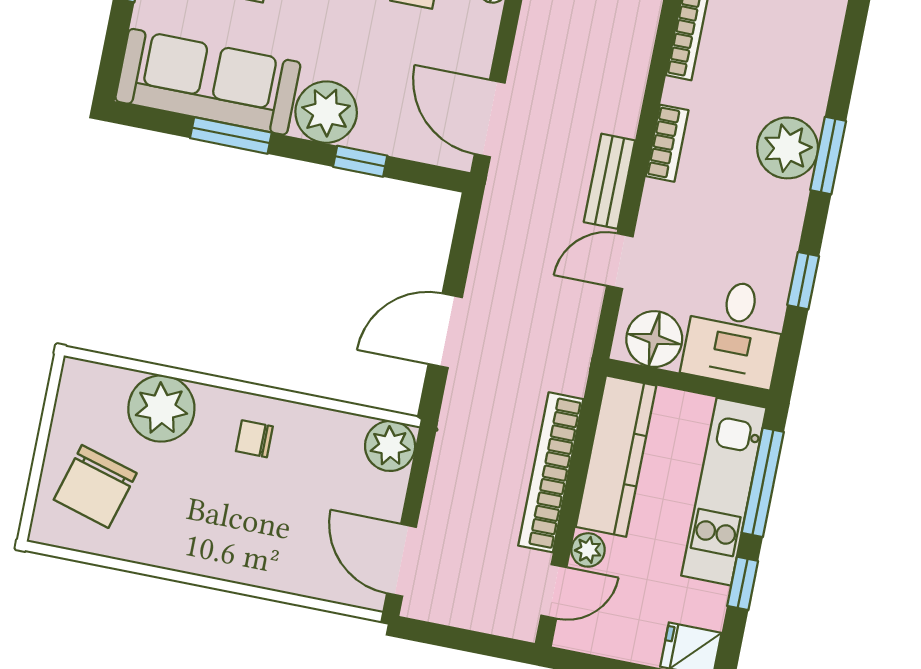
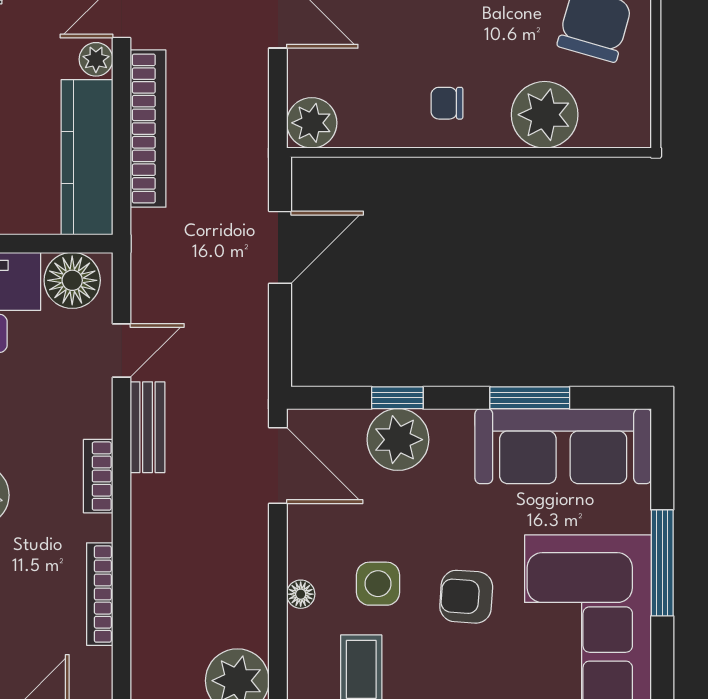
plant: (326, 112) -> (398, 440), moved
chair: (254, 439) -> (447, 103), turned 180

